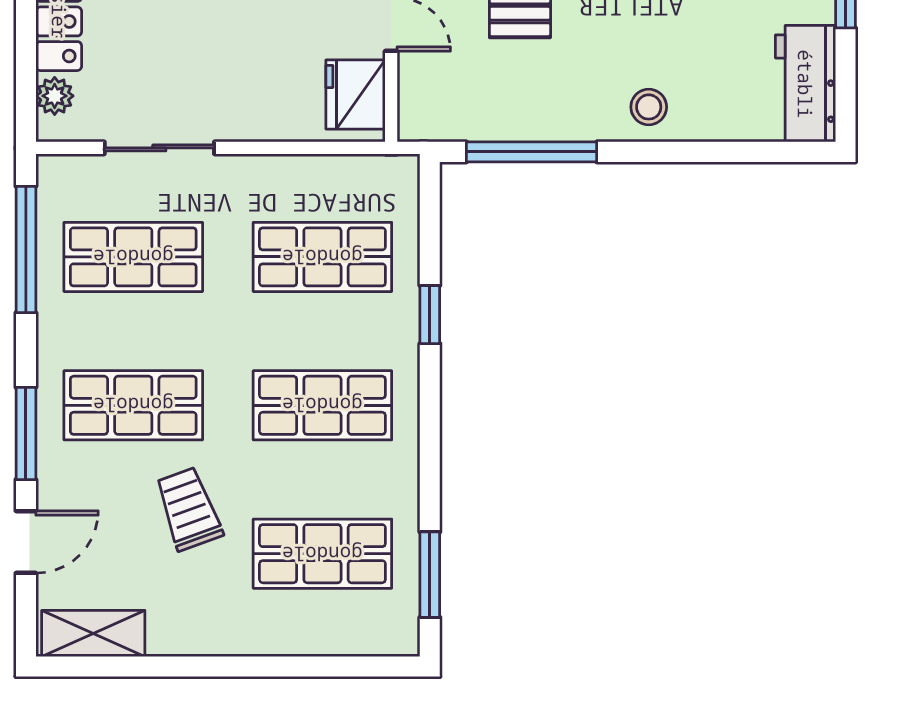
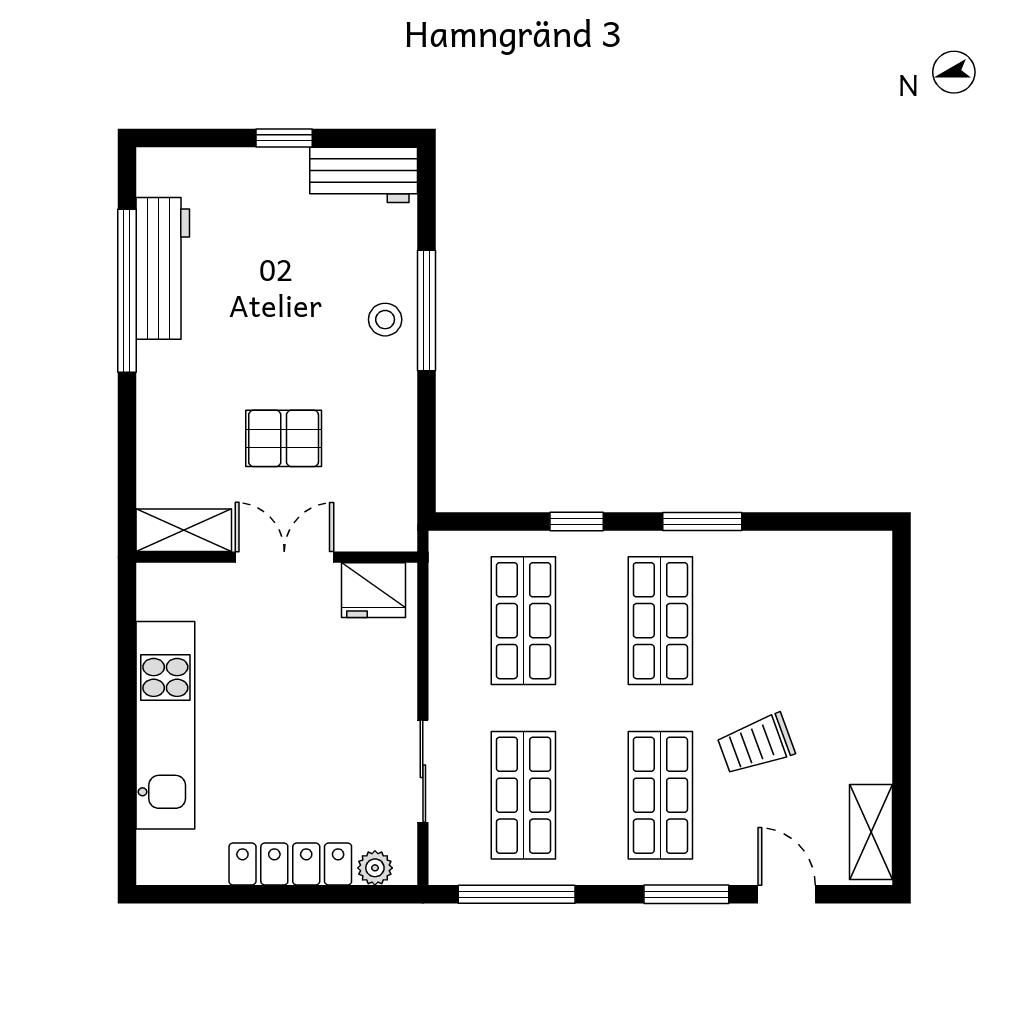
window: (532, 152) -> (427, 310), moved
shop shelf: (322, 554) -> (797, 621), removed
window: (430, 575) -> (702, 522), moved

